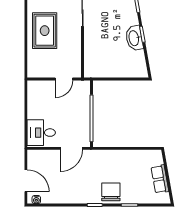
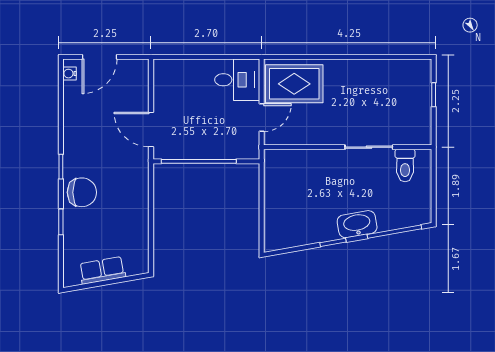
rug: (45, 31) -> (294, 84), moved
washbasin: (134, 38) -> (357, 224), moved
door: (64, 79) -> (262, 118), swing flipped
desk: (41, 133) -> (237, 80), moved, turned 90

